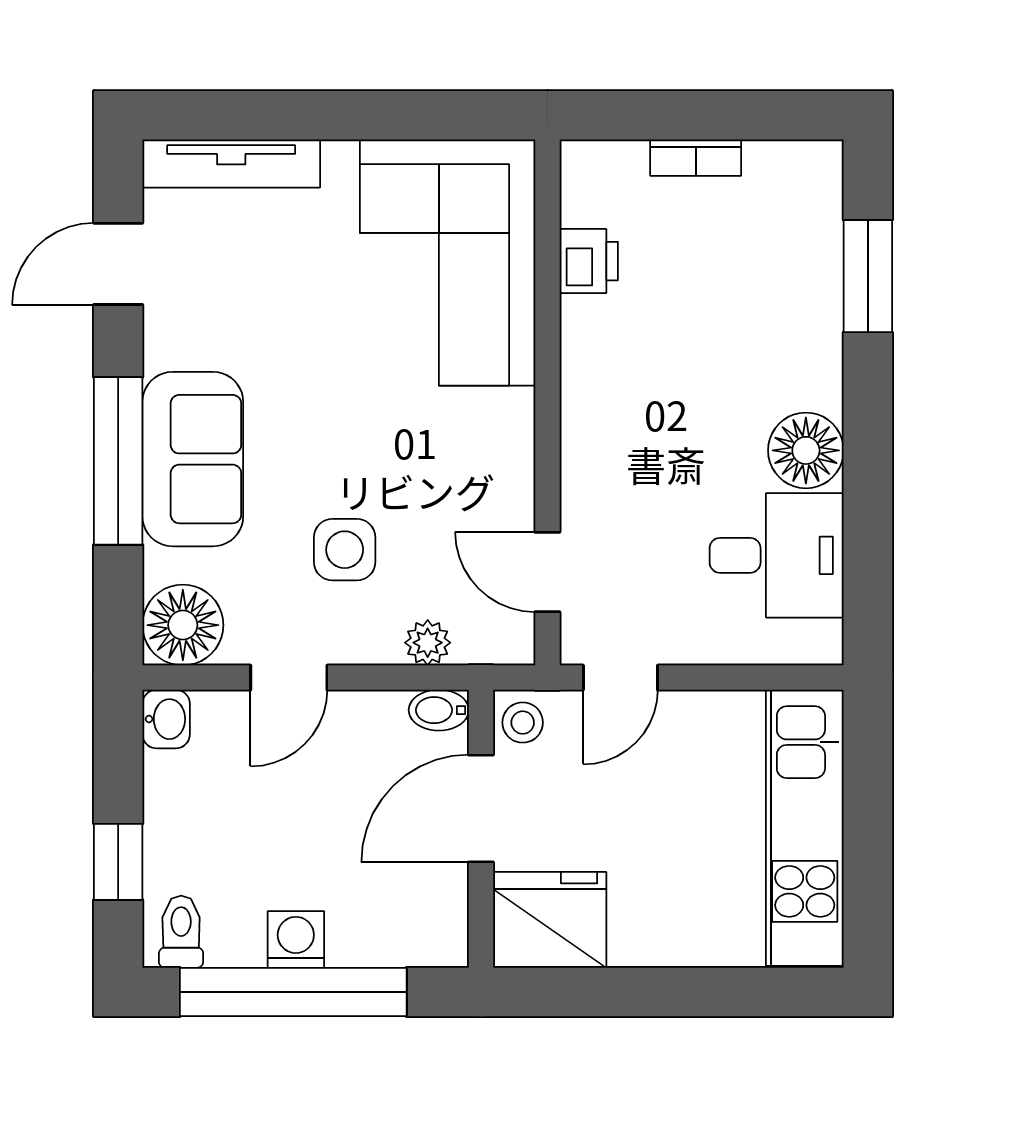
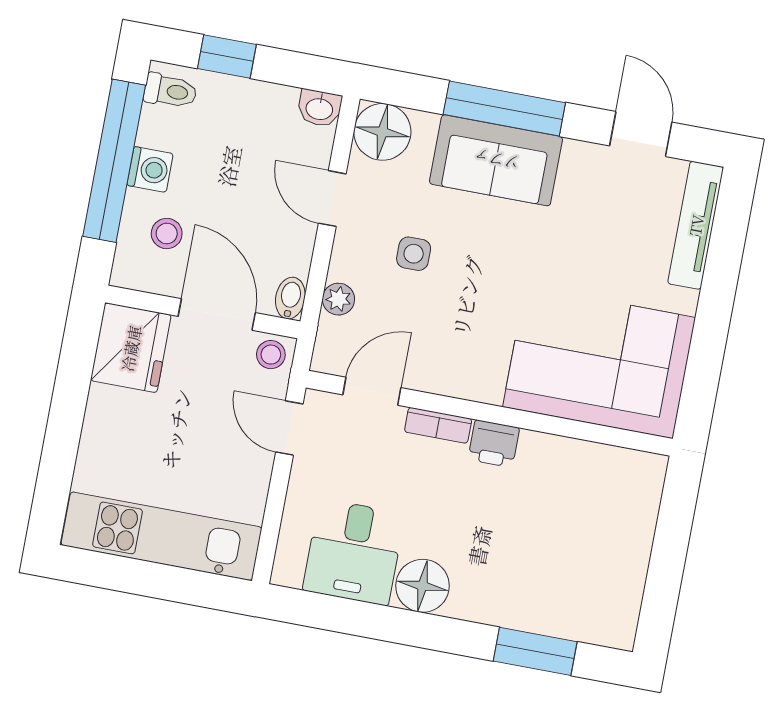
bookcase: (696, 158) -> (438, 425), moved, turned -90
printer: (589, 261) -> (494, 444), moved
side table: (345, 550) -> (414, 254), width x0.73, depth x0.73
stool: (381, 900) -> (167, 233), added

